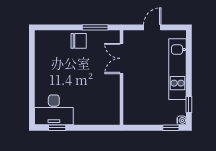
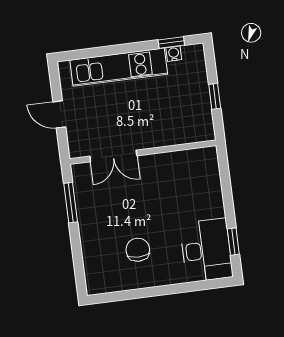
chair: (79, 41) -> (138, 250), moved
water cooler: (182, 120) -> (174, 54), moved
window: (171, 128) -> (215, 96), moved

